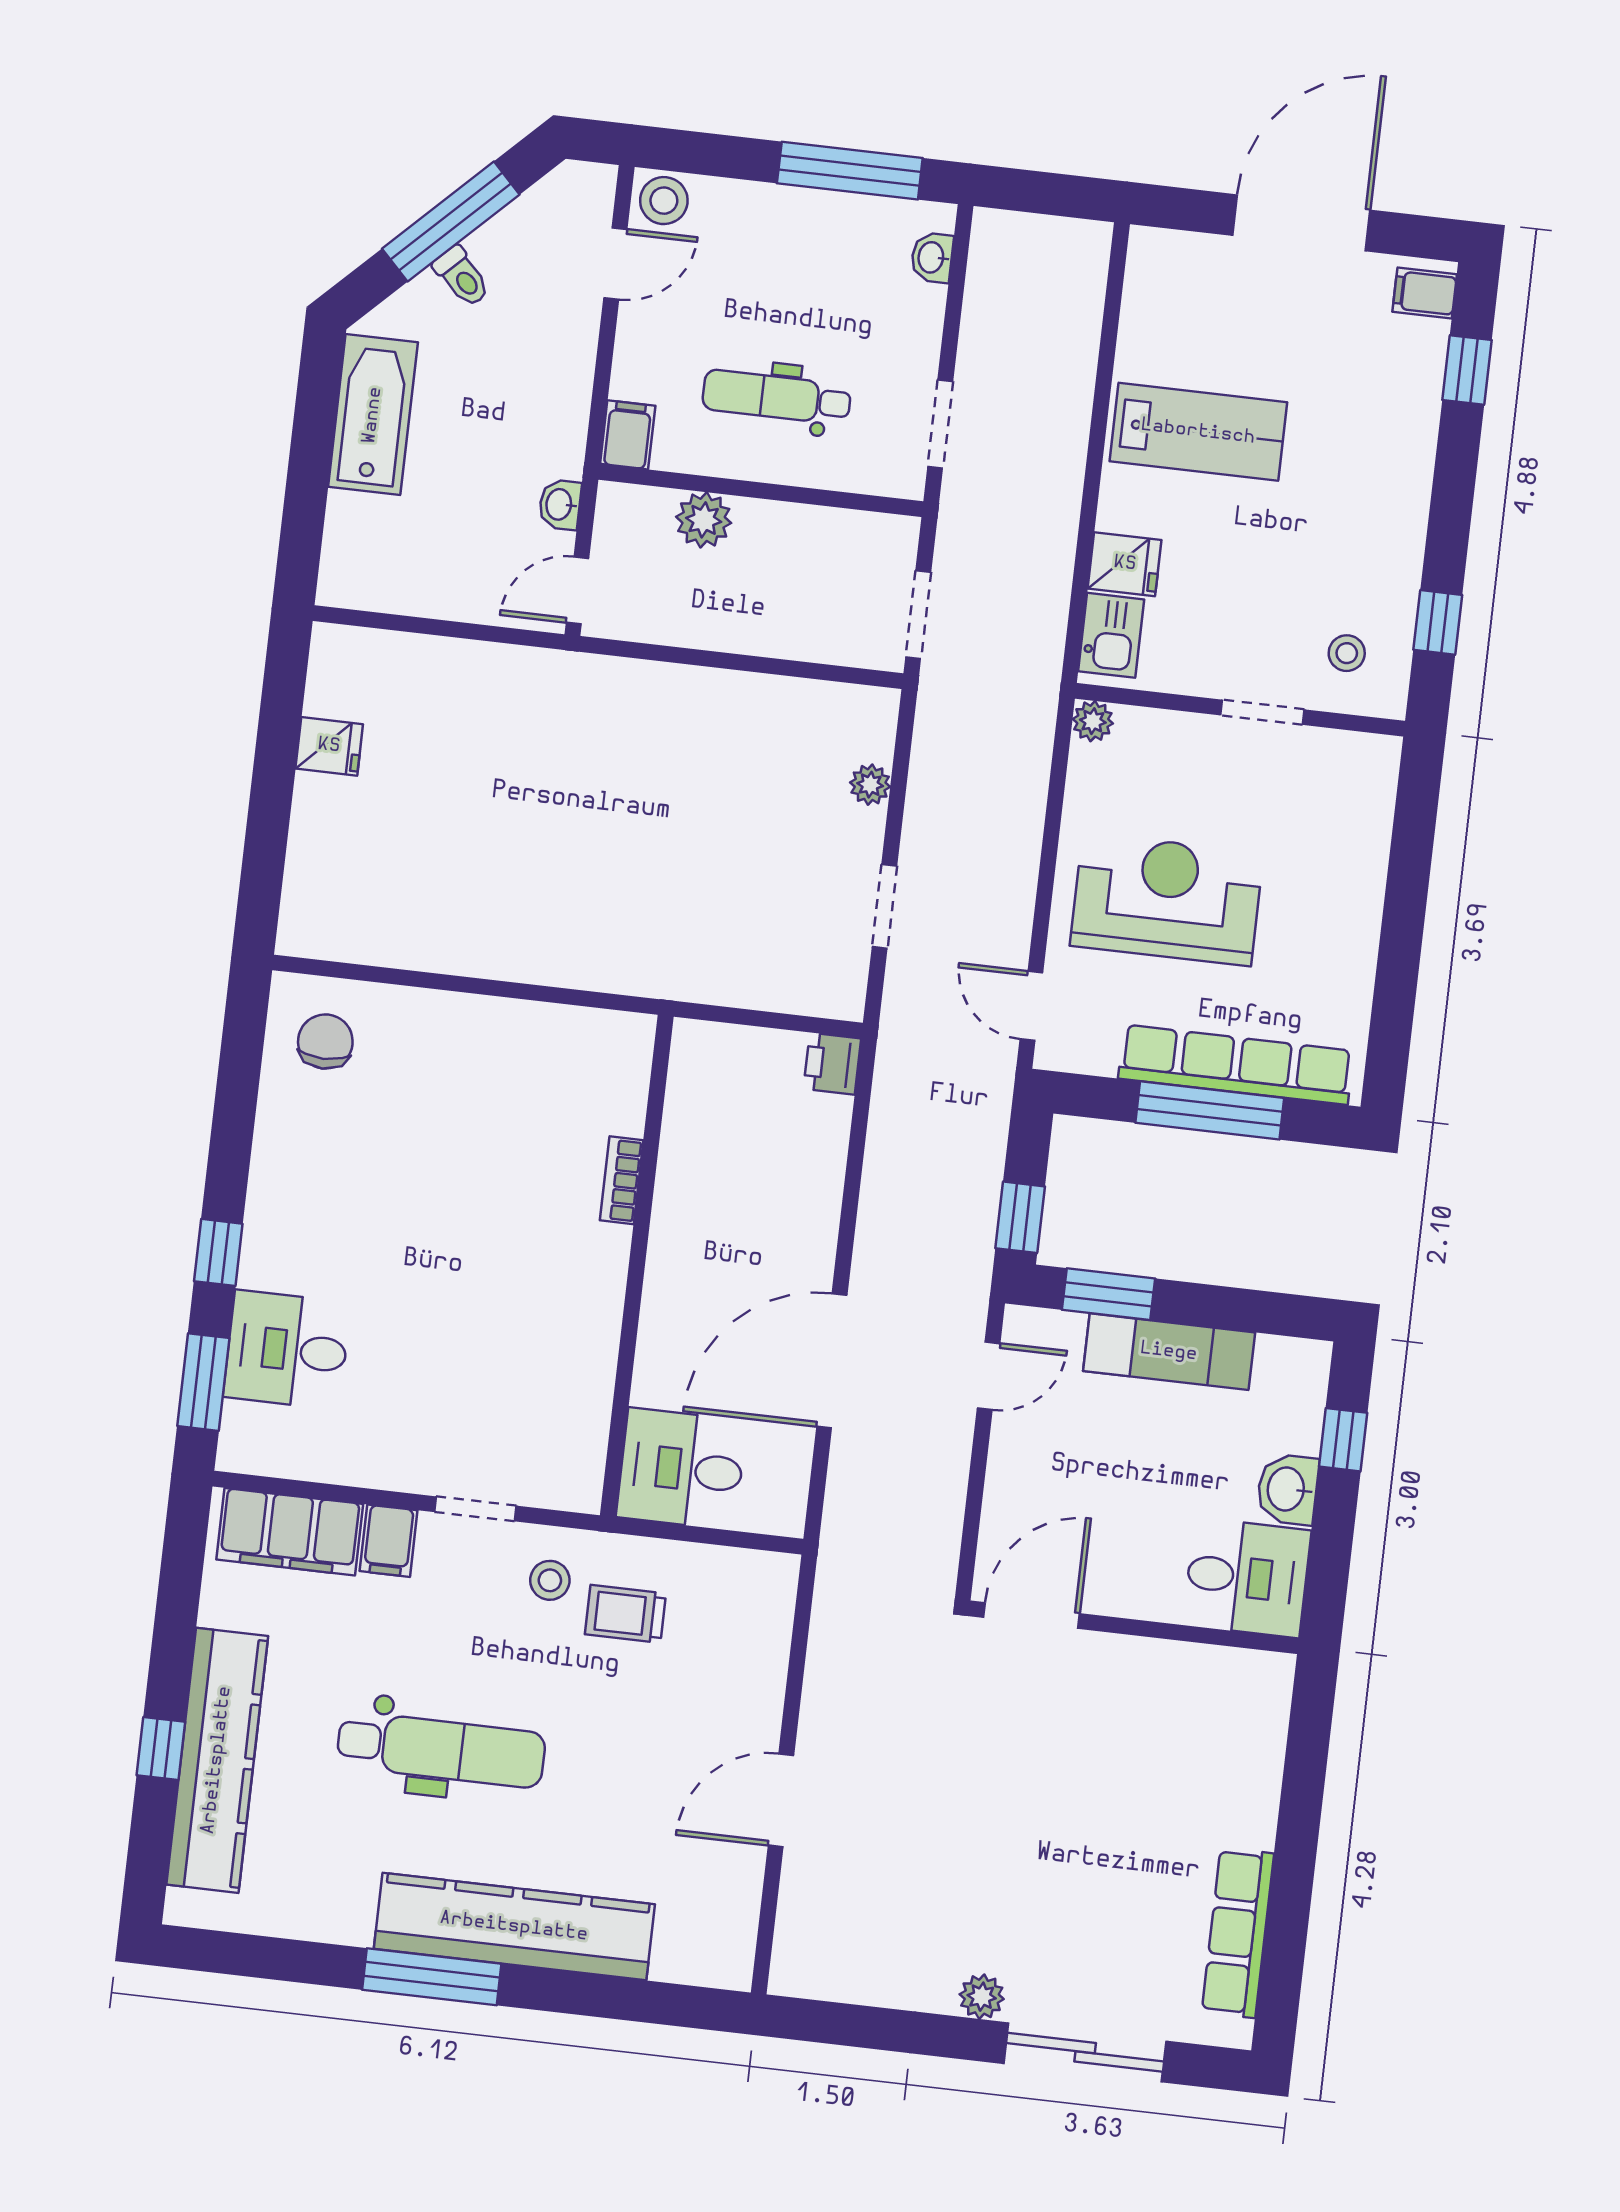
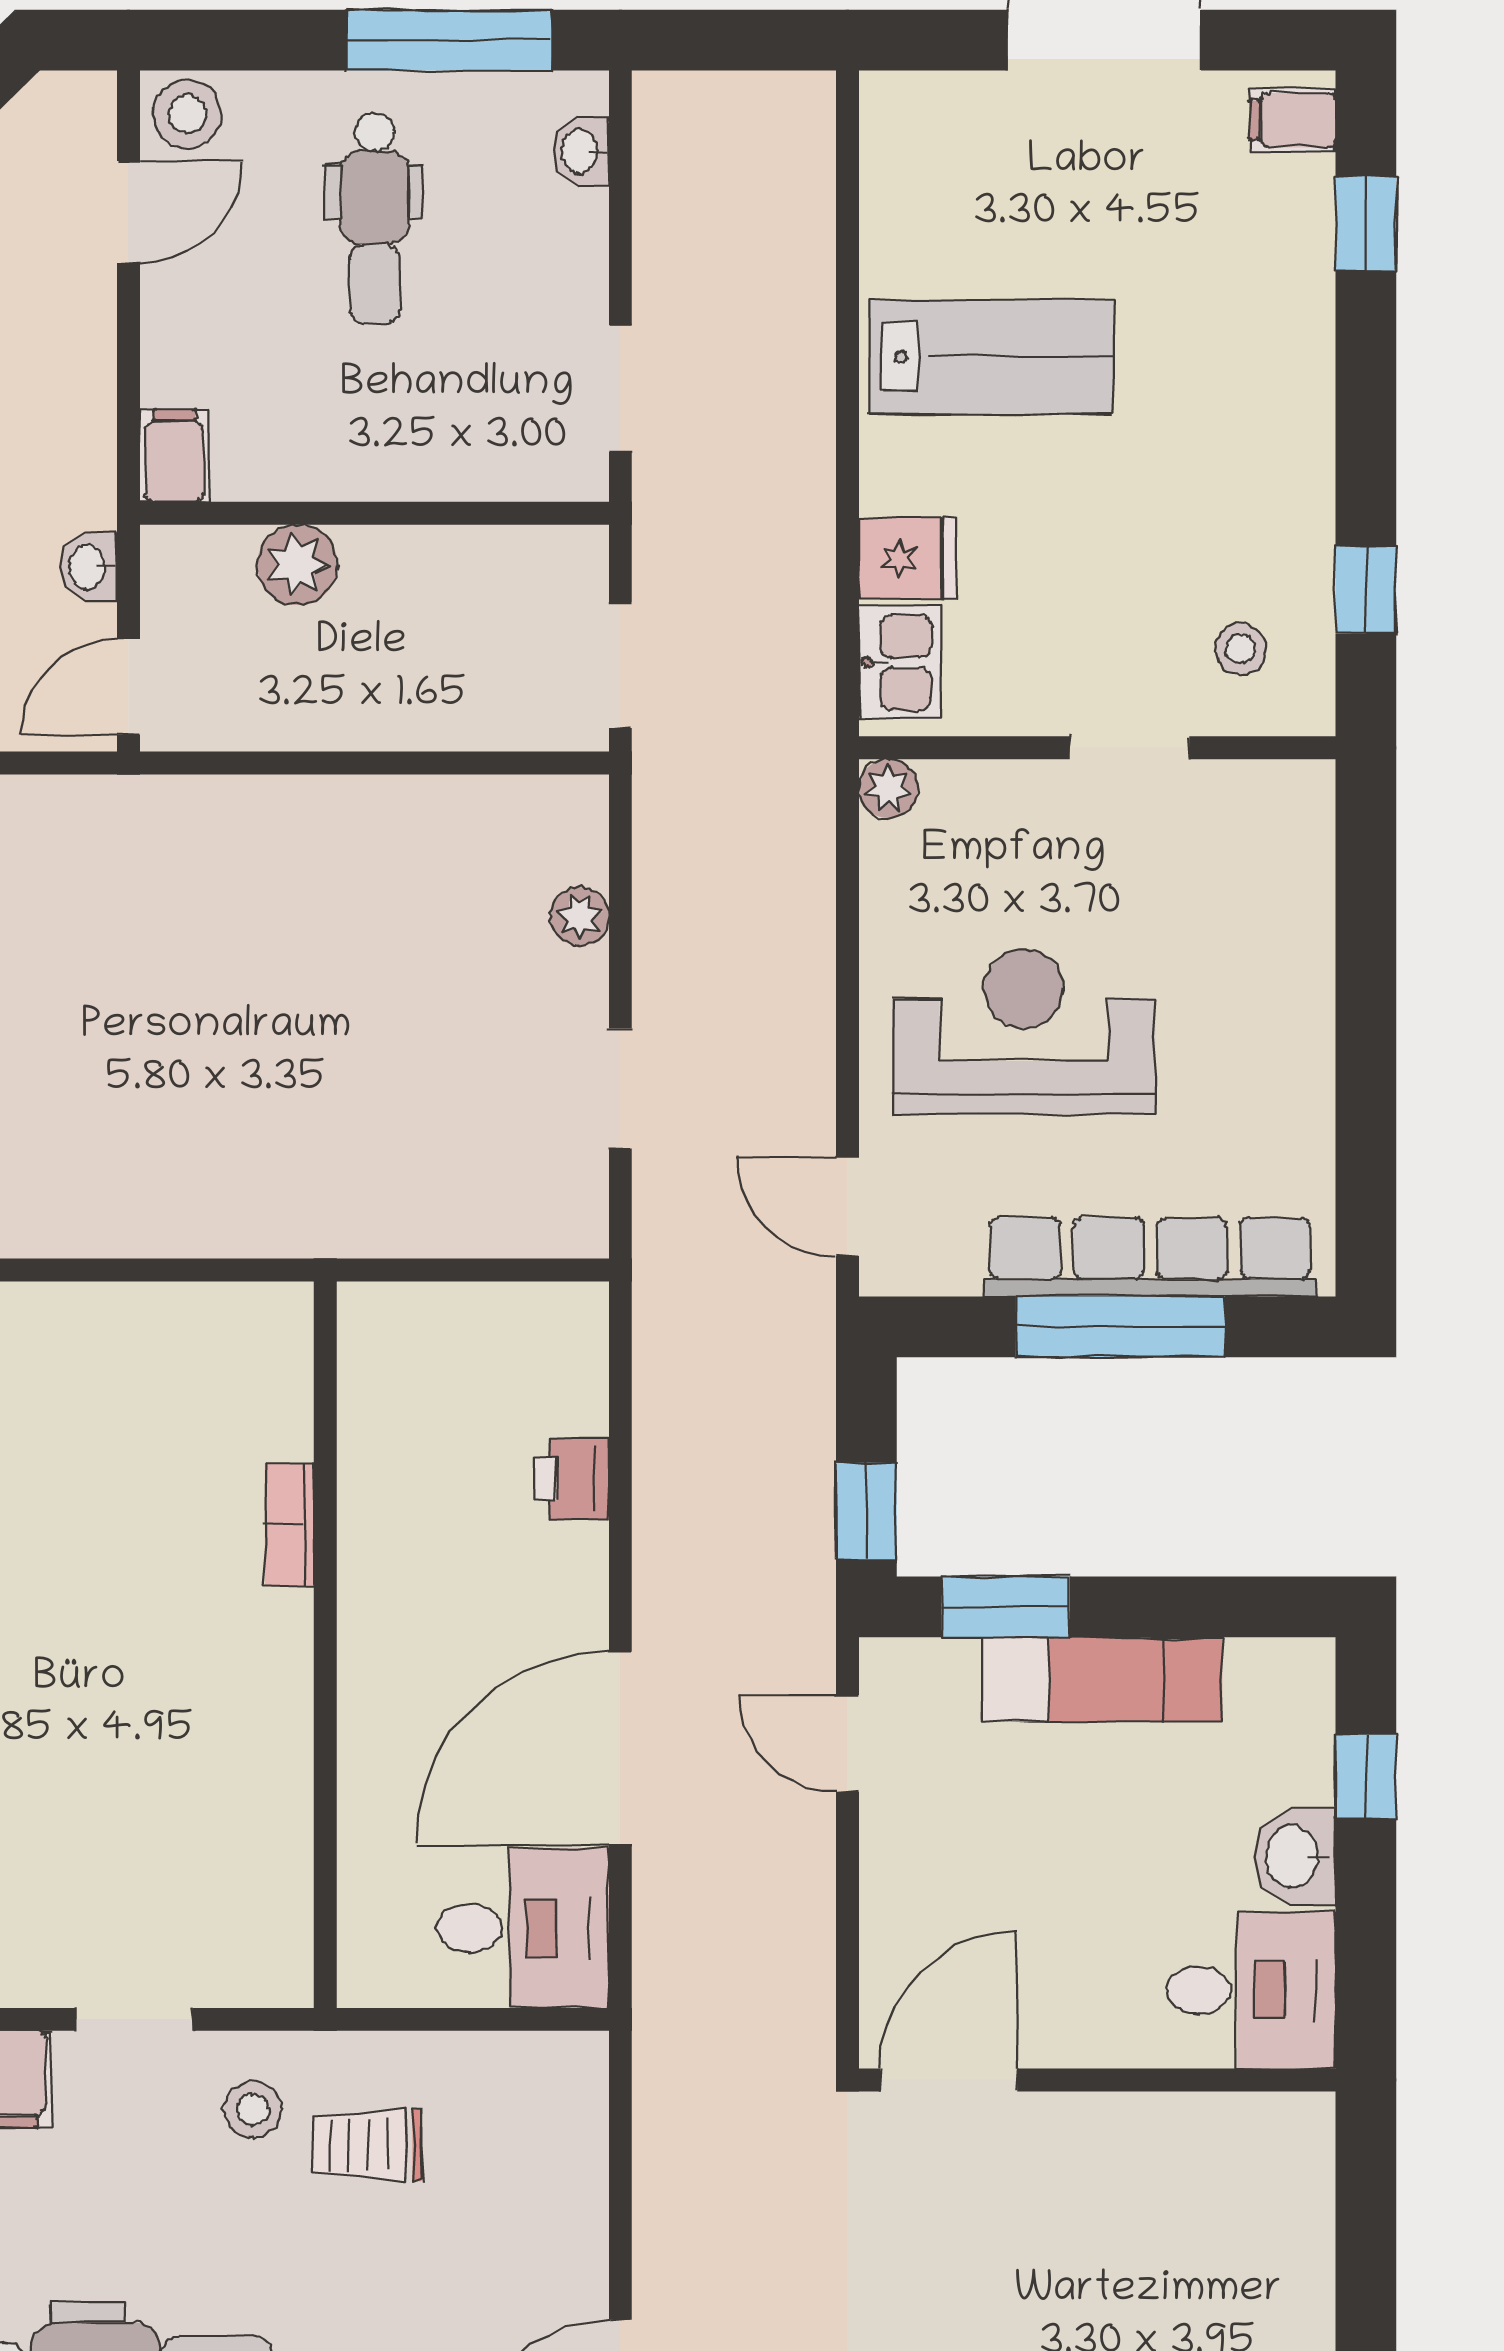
dental chair: (777, 397) -> (375, 219), moved, turned -90
printer: (832, 1064) -> (572, 1479), moved
door: (989, 1376) -> (847, 1744), swing flipped
desk: (681, 1469) -> (523, 1928), moved, turned 180

